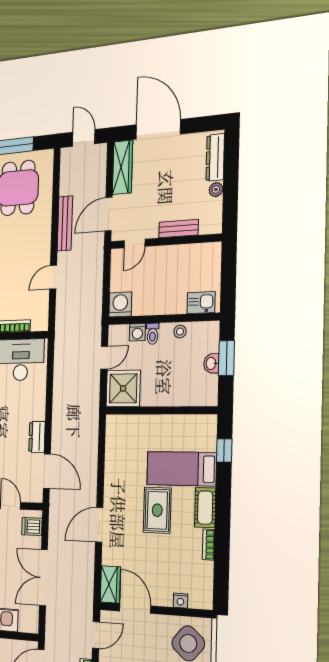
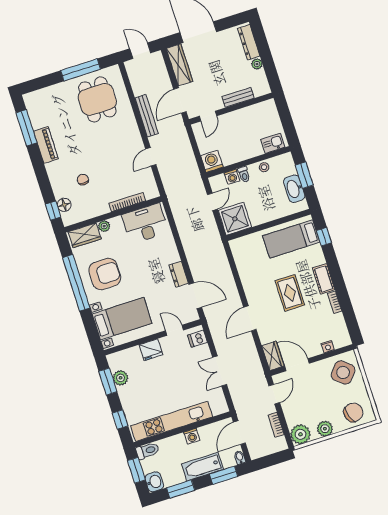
washbasin: (211, 363) -> (294, 189), width x1.91, depth x1.45
bed: (181, 469) -> (291, 239), moved
double door: (43, 578) -> (220, 371), width x0.73

